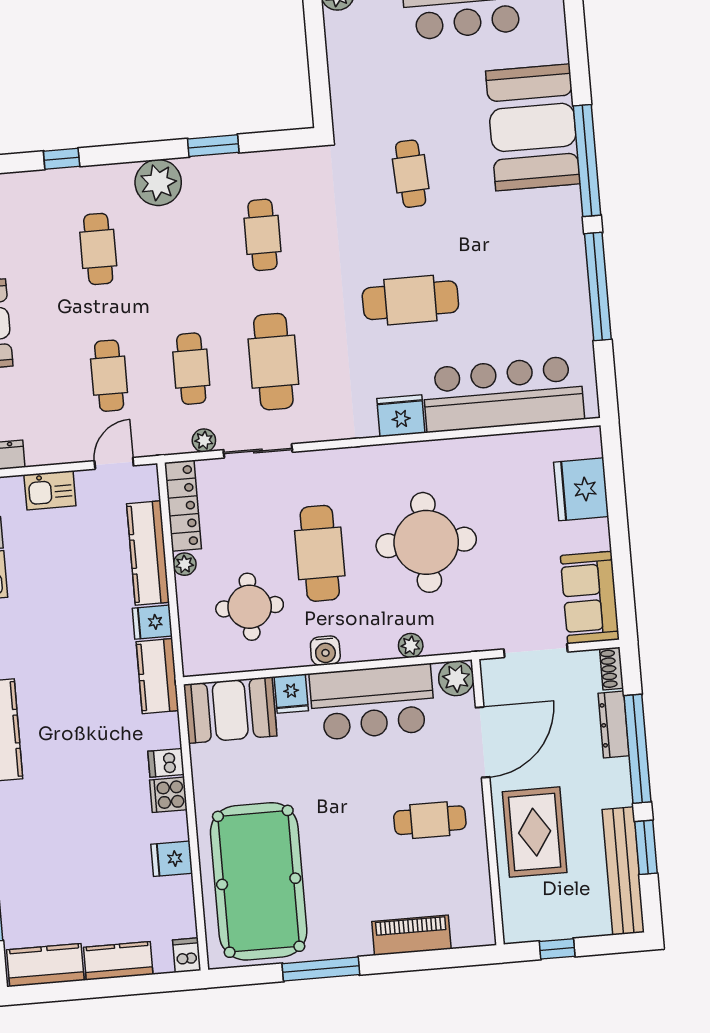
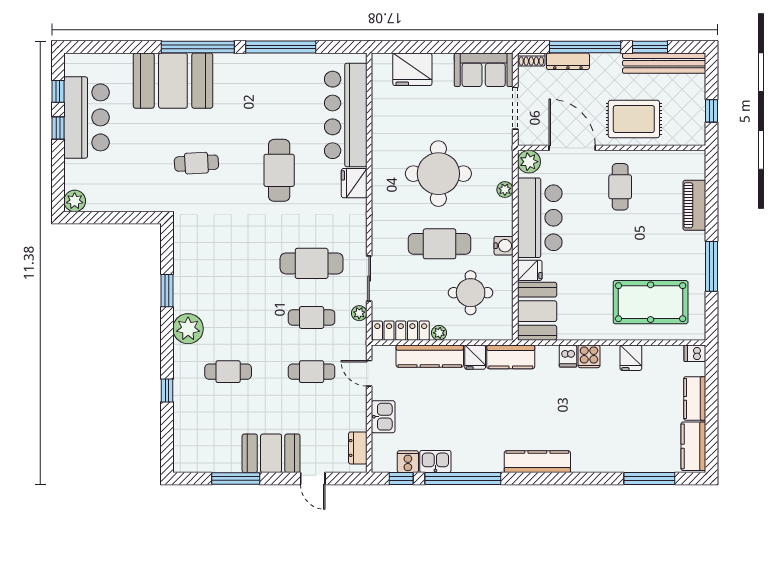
cafe table: (263, 235) -> (228, 263), removed
pool table: (259, 881) -> (651, 302), width x0.73, depth x0.76

